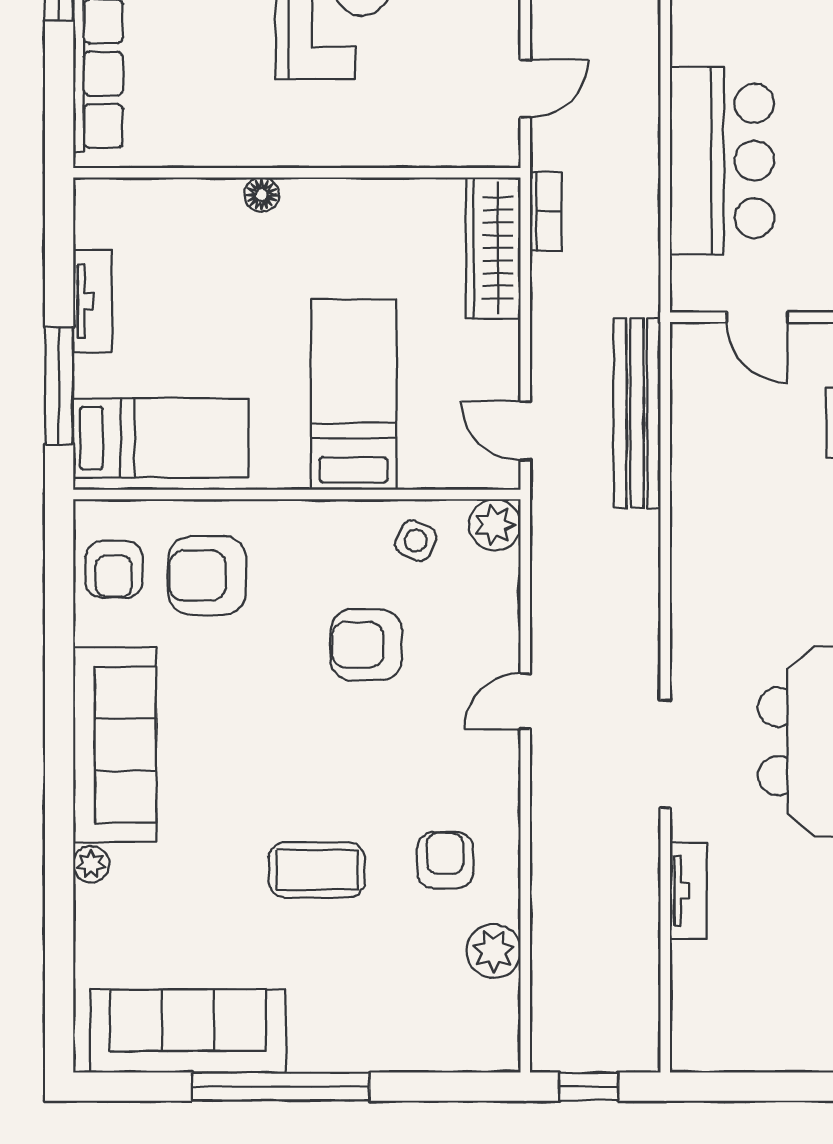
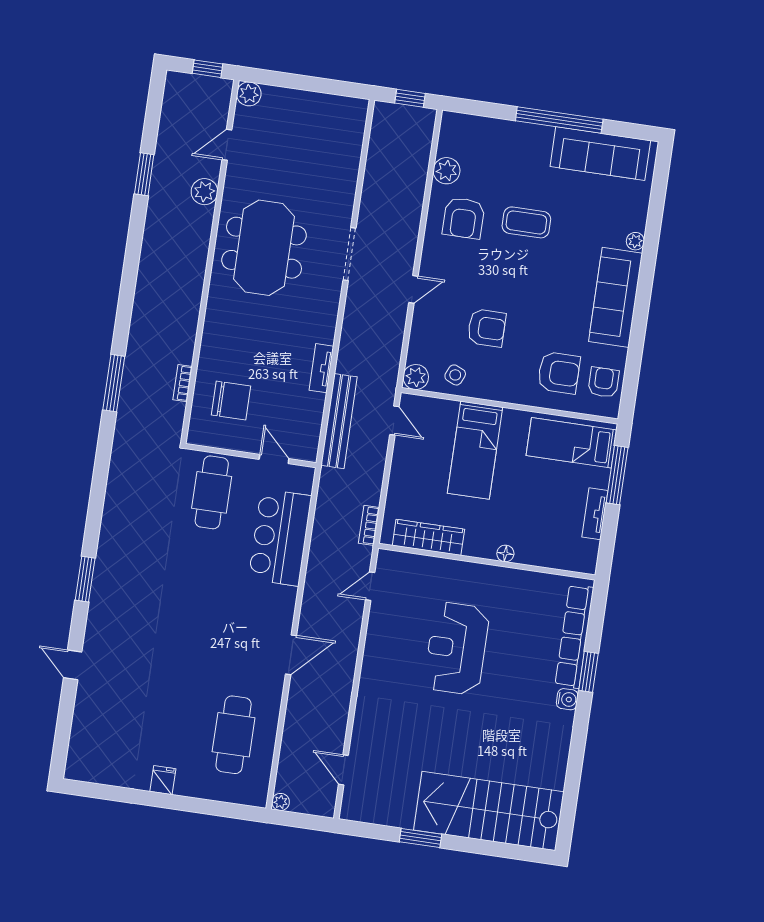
wardrobe: (493, 248) -> (428, 537), moved, turned -90
armchair: (445, 860) -> (464, 218), width x1.38, depth x1.38
tv unit: (688, 891) -> (321, 368), moved

